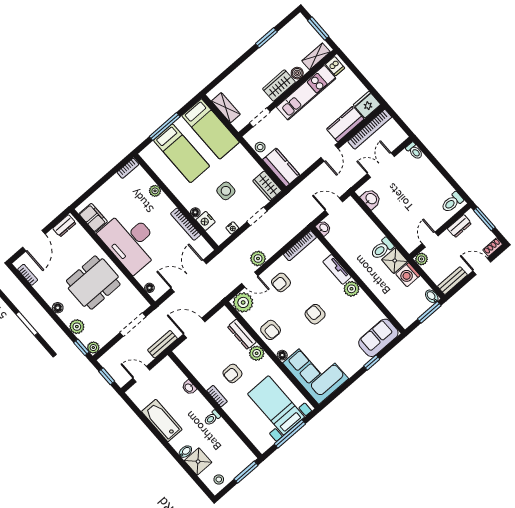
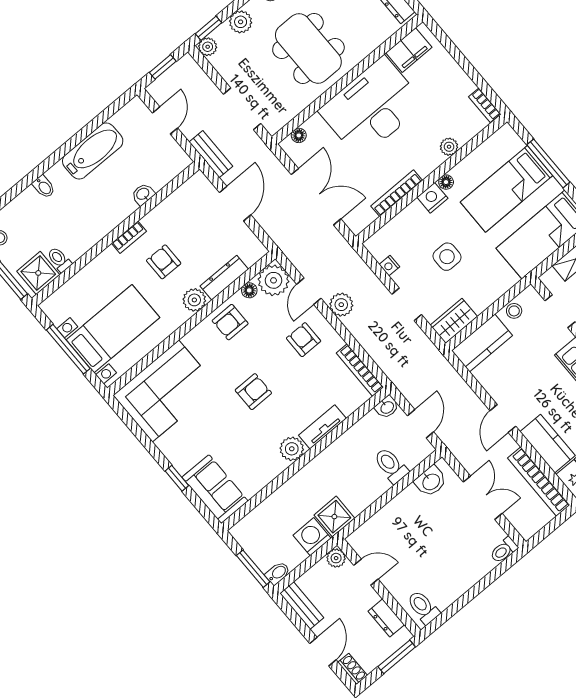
door: (330, 153) -> (503, 418), hinge flipped
floor lamp: (195, 212) -> (446, 182), moved
nightstand: (206, 221) -> (432, 198), moved
toilet: (382, 249) -> (391, 465), moved
floor lamp: (282, 355) -> (249, 290), moved
toilet: (212, 418) -> (59, 260), moved
shower: (198, 462) -> (38, 273), moved

